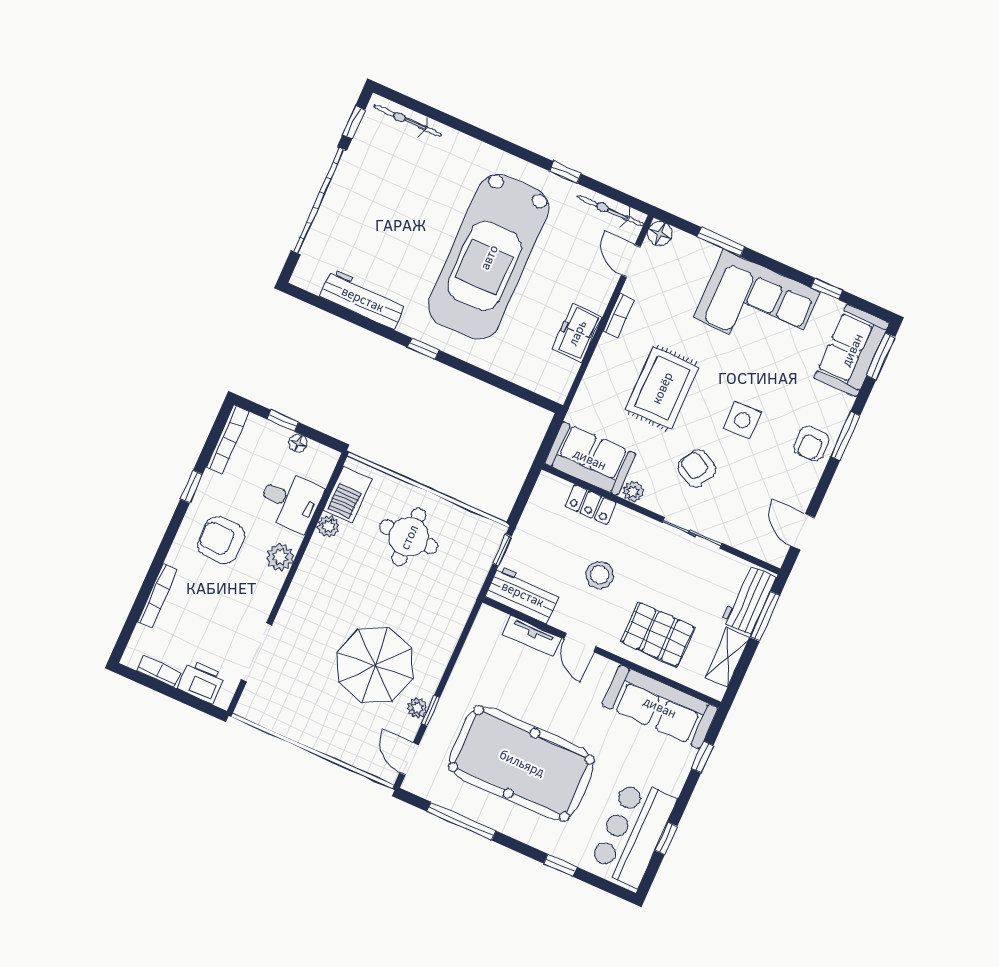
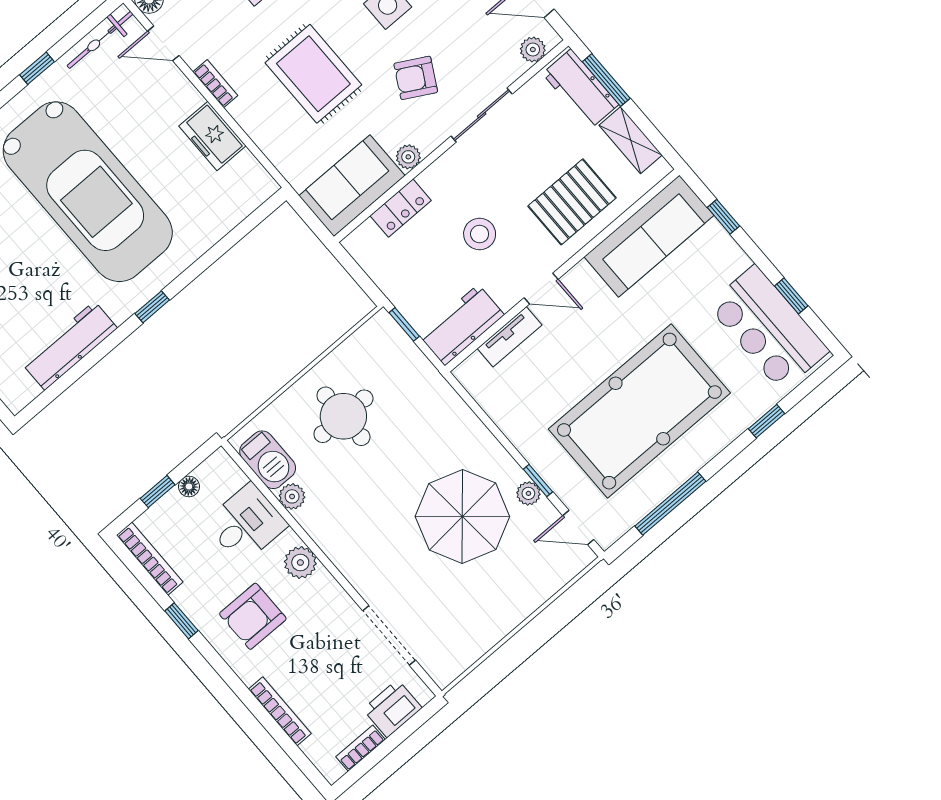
plant: (762, 548) -> (533, 50), added

